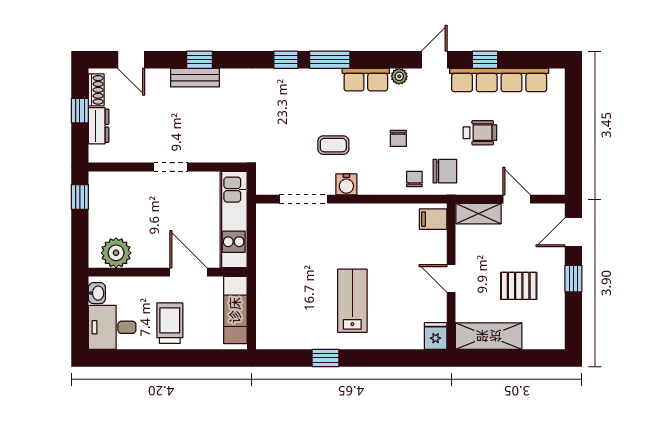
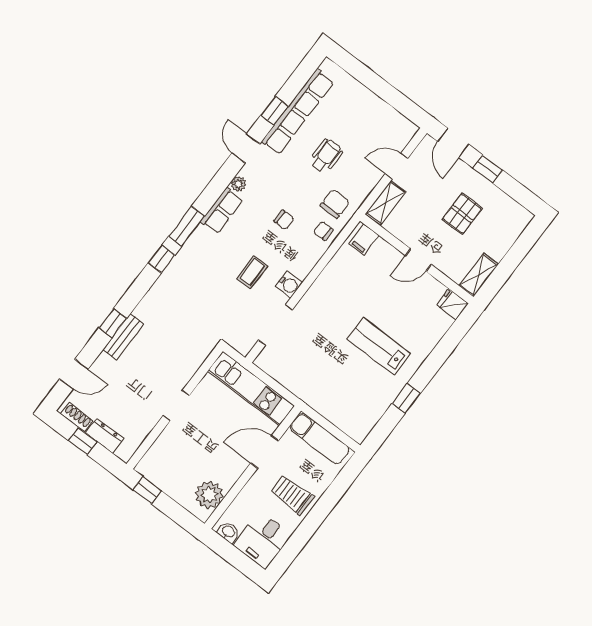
shelving: (489, 336) -> (479, 275), width x0.67, depth x0.75

